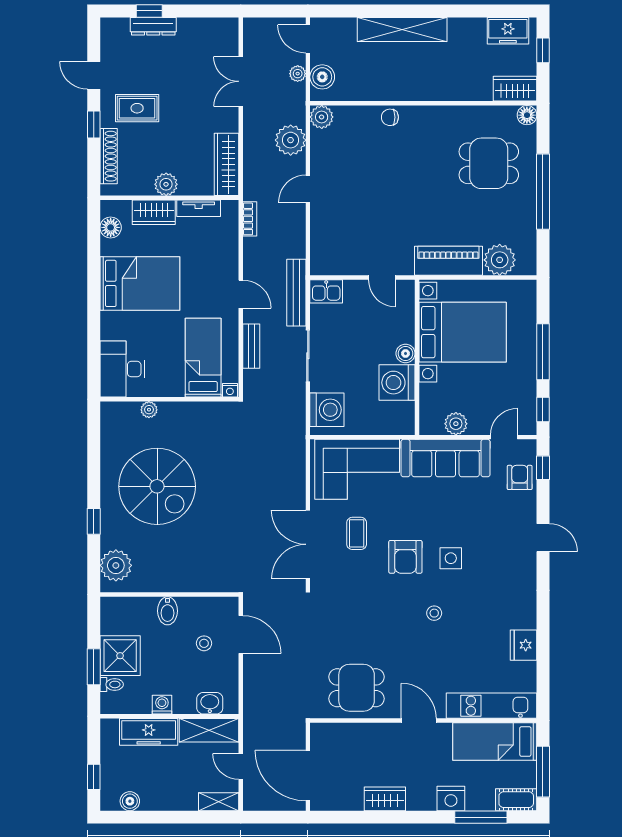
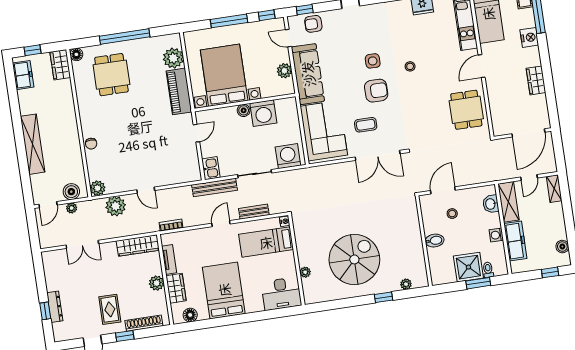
plant: (116, 565) -> (406, 284), width x0.53, depth x0.53

